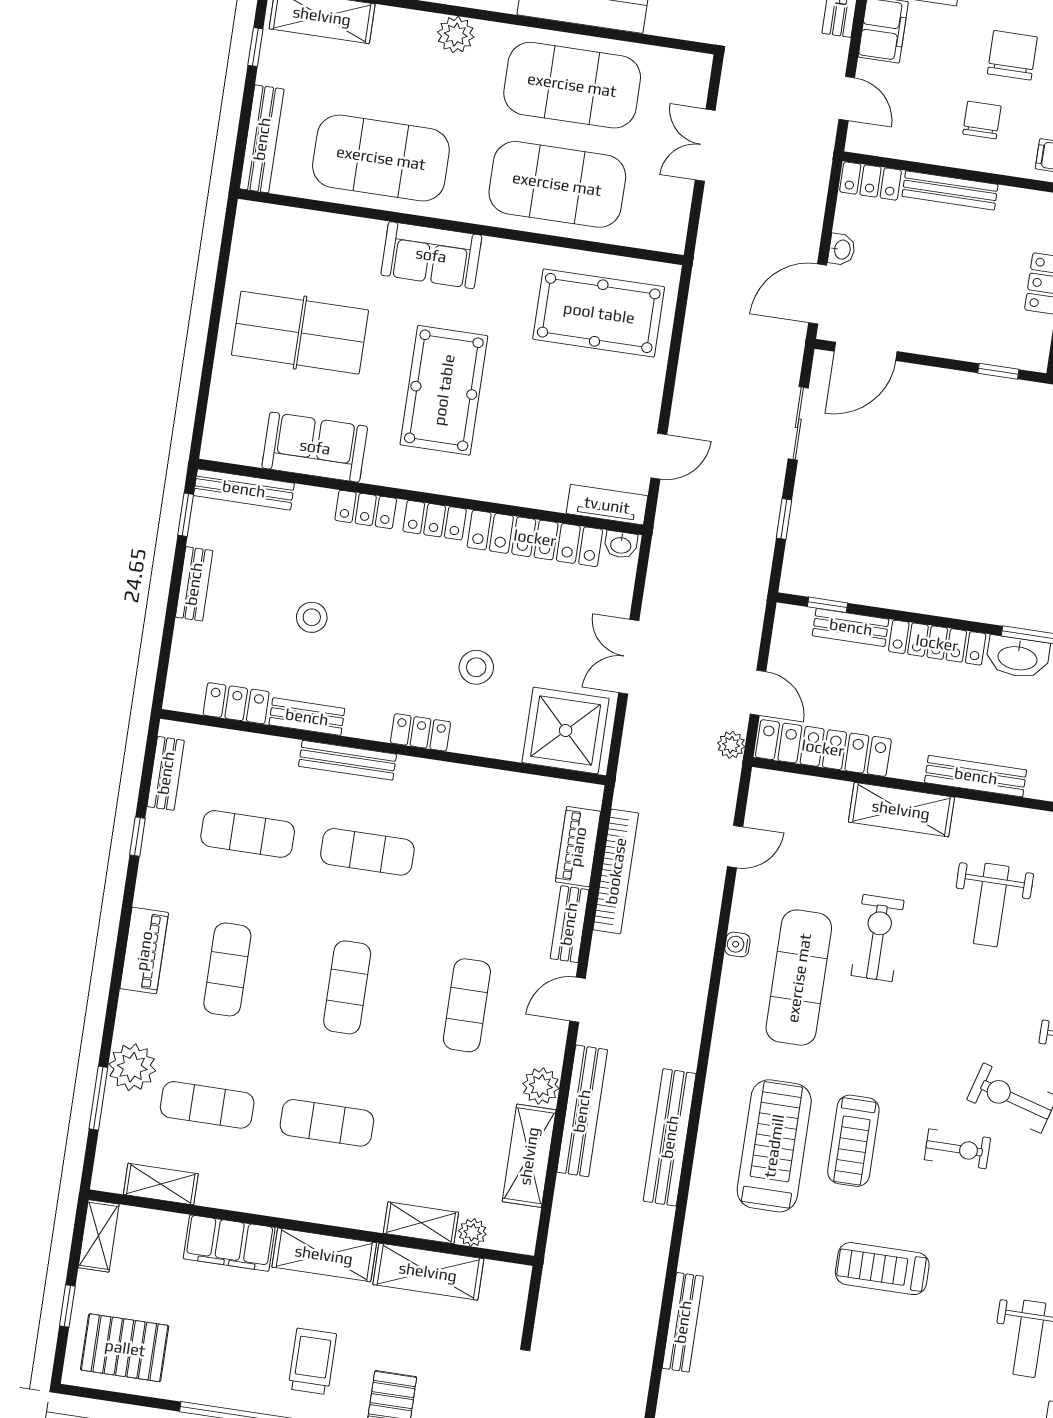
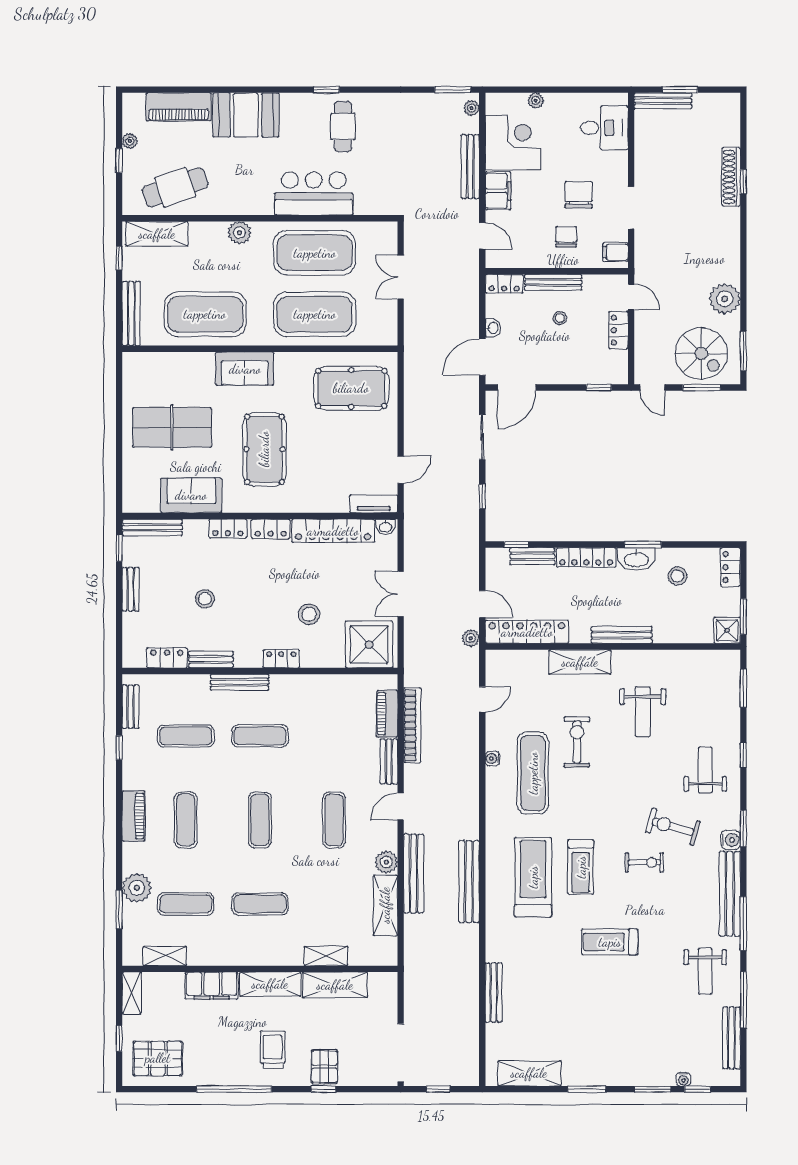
stool: (952, 250) -> (560, 318), added
plant: (472, 1232) -> (358, 957), removed

